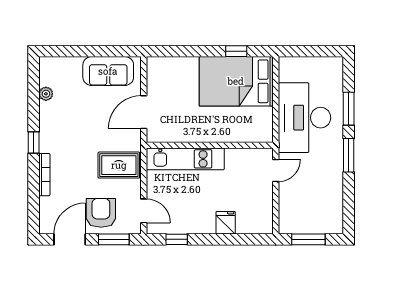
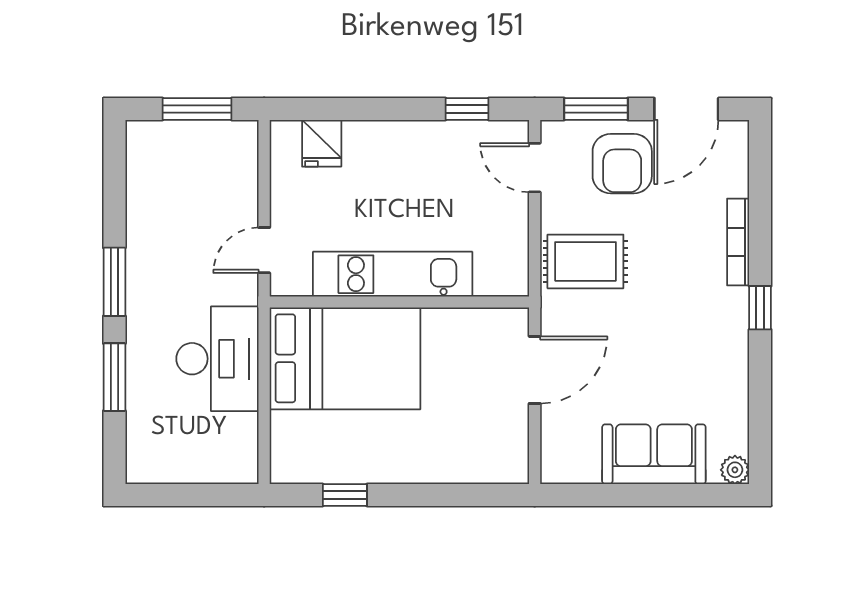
sofa: (108, 71) -> (654, 454), moved
bed: (236, 81) -> (345, 358), moved
plant: (46, 94) -> (735, 470), moved
desk: (304, 118) -> (218, 359), width x0.73, depth x0.77
kitchen unit: (185, 159) -> (393, 274), moved
fridge: (226, 223) -> (322, 143), moved

